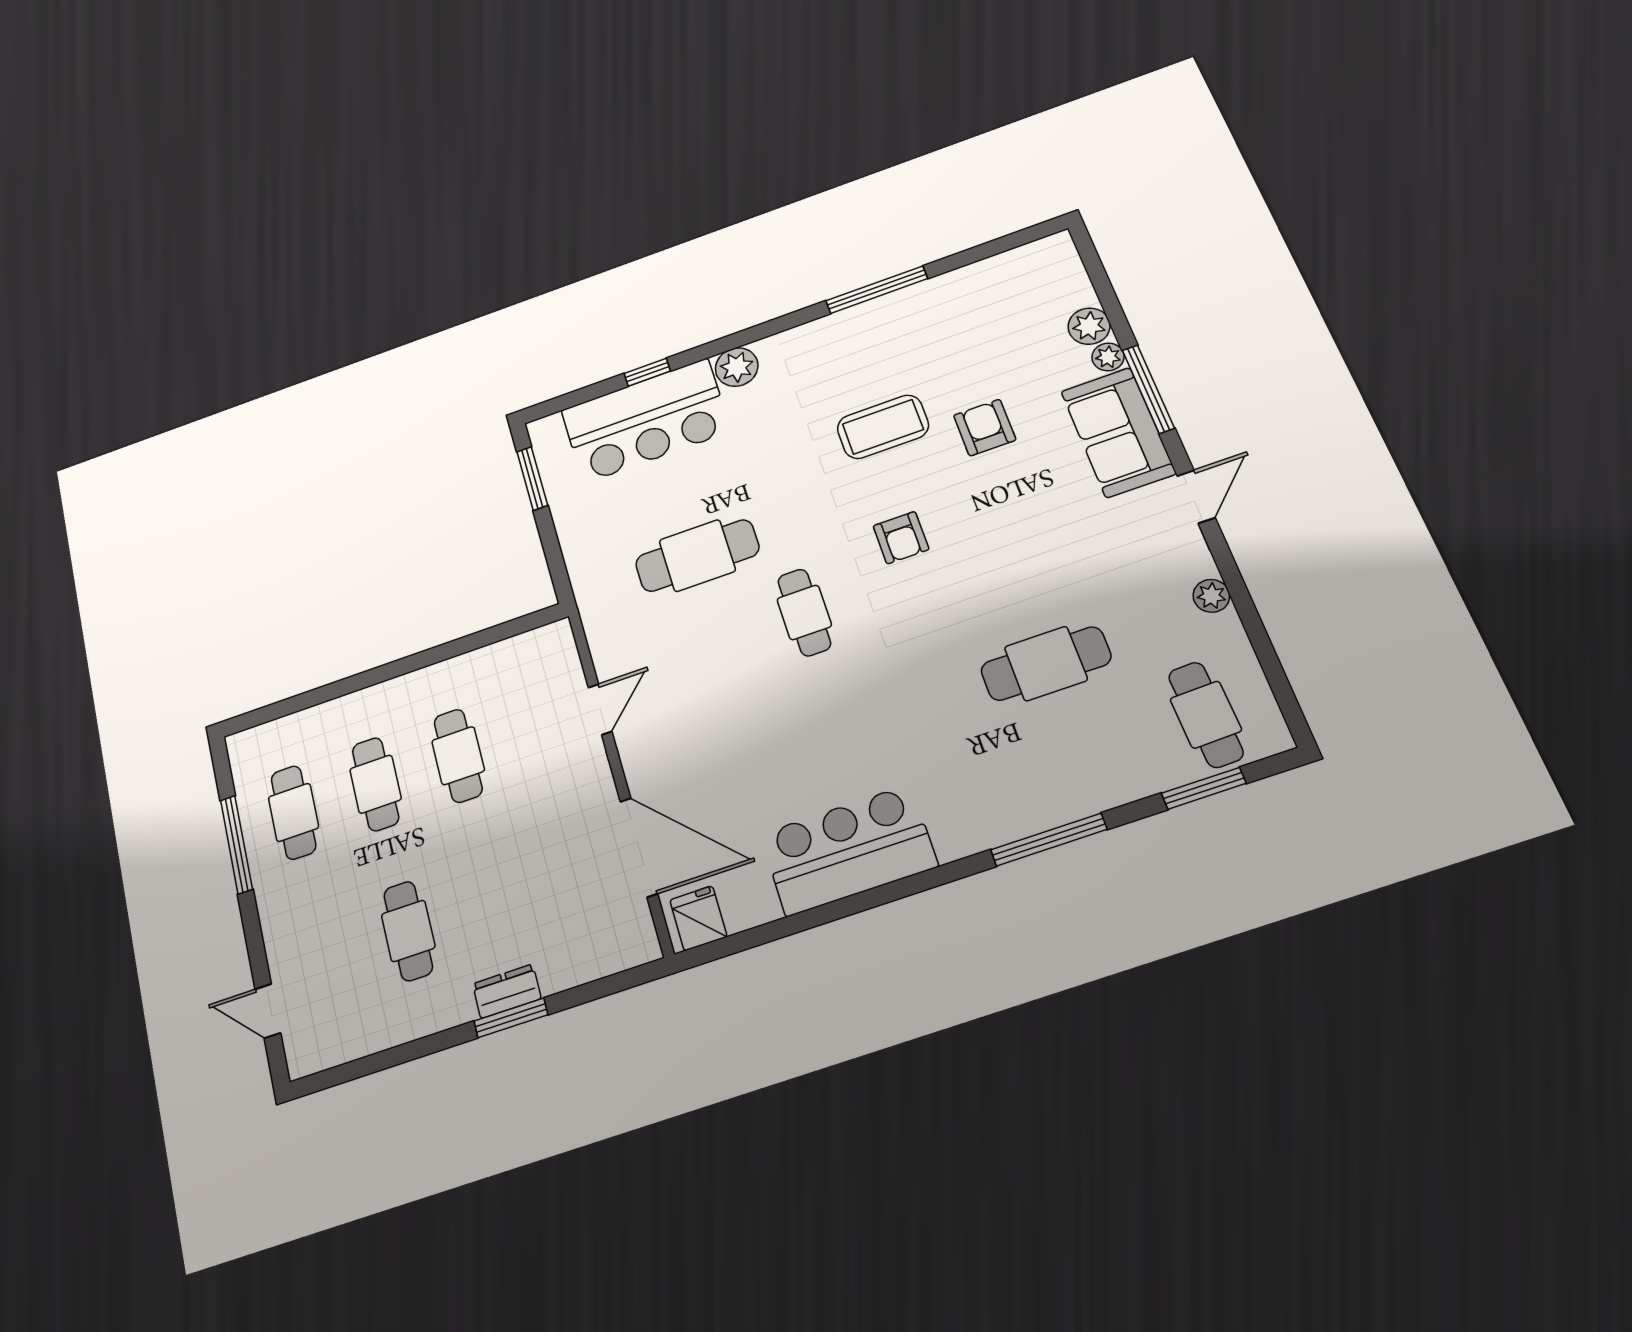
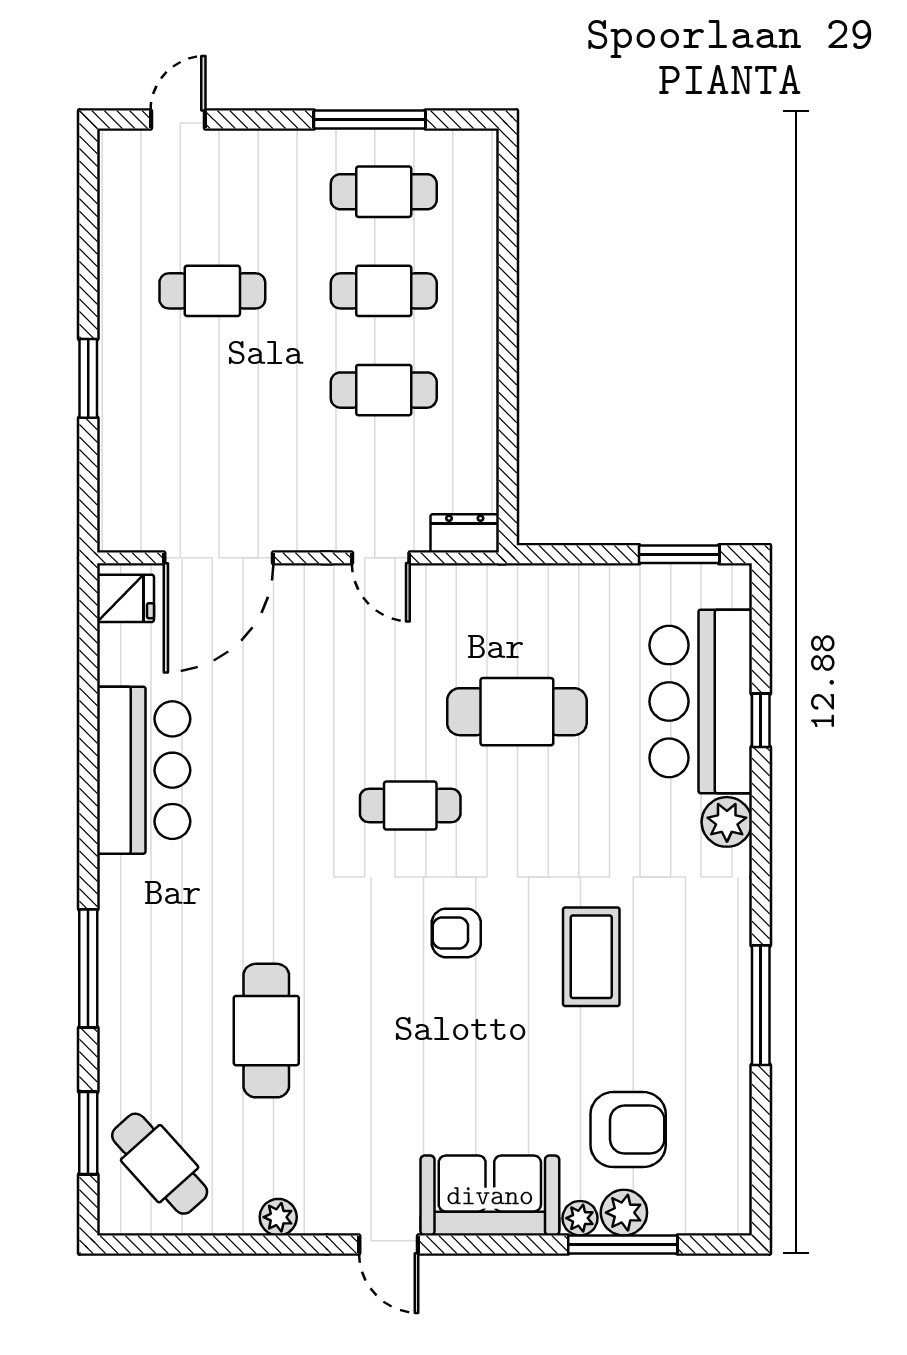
window: (1148, 389) -> (623, 1244), moved
armchair: (985, 428) -> (628, 1130), moved, width x1.38, depth x1.38
cafe table: (697, 556) -> (517, 712), turned 90
cafe table: (1206, 715) -> (160, 1164), turned 50
dresser: (507, 991) -> (465, 533), moved, turned -90

